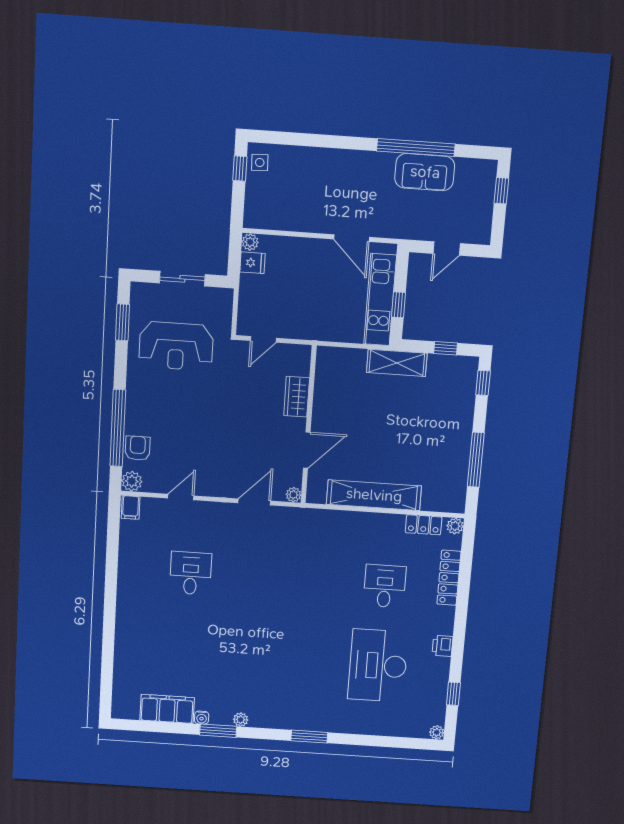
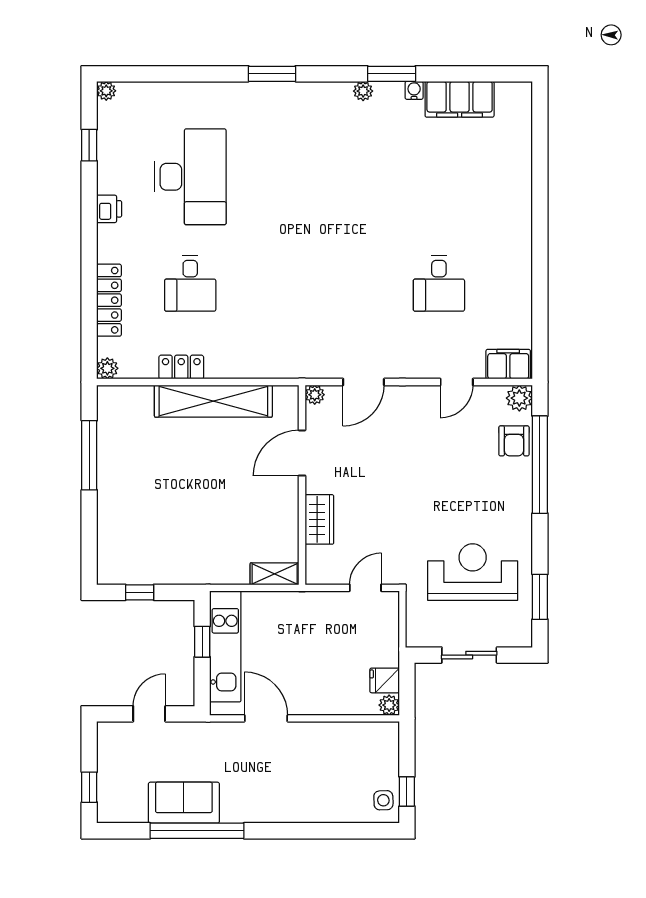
shelving: (397, 363) -> (275, 574), moved, width x0.67, depth x0.75
window: (483, 383) -> (89, 553), removed
filing cabinet: (131, 507) -> (508, 364), width x2.00
locker: (424, 525) -> (181, 367), moved

